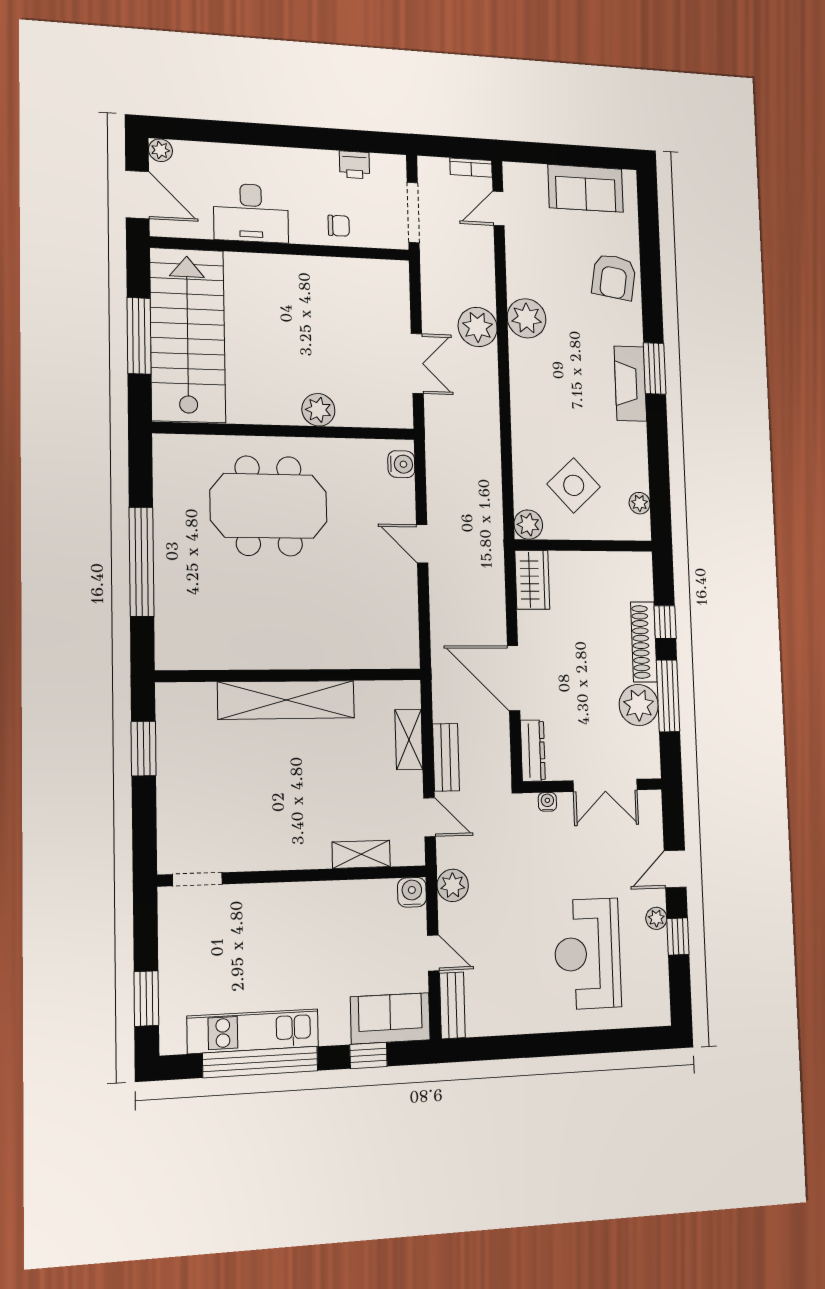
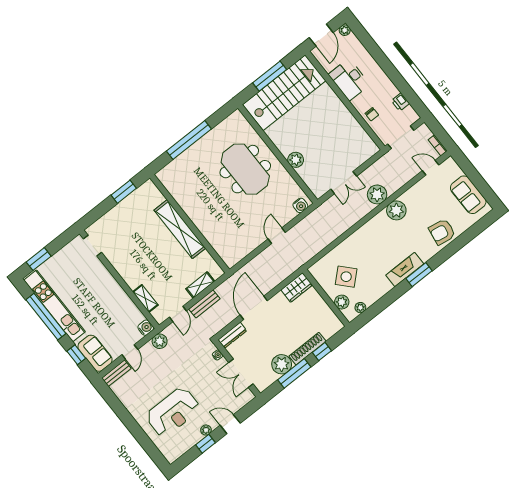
plant: (528, 525) -> (342, 302), moved
reception desk: (588, 954) -> (173, 412), turned 180
kitchen unit: (253, 1031) -> (55, 306), width x1.36

